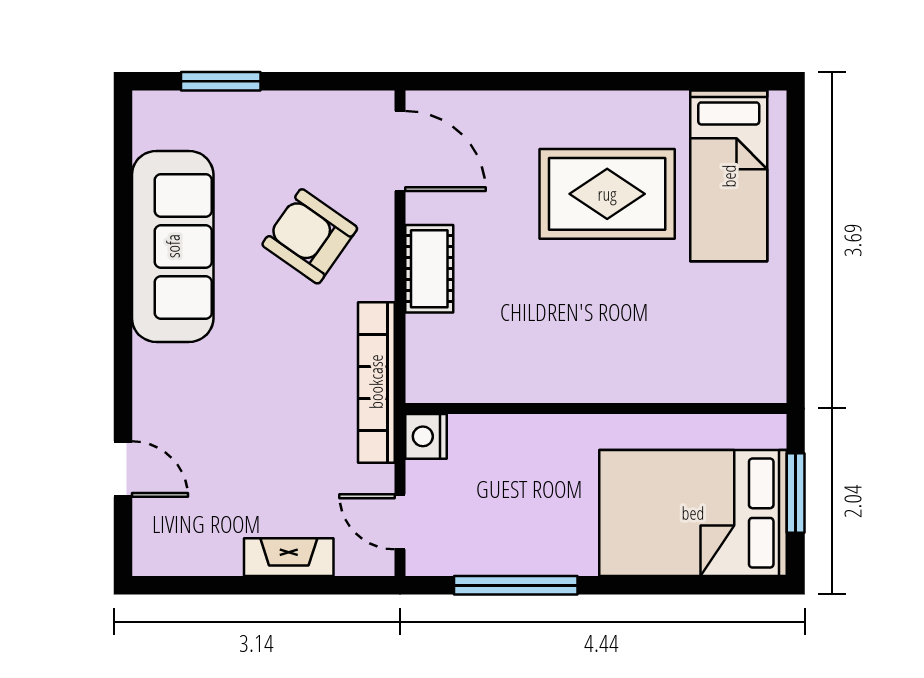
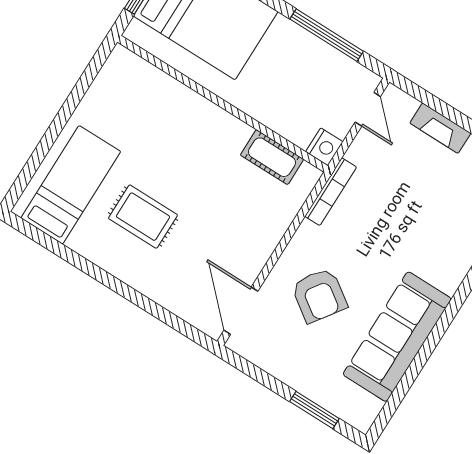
rug: (607, 194) -> (143, 217), width x0.73, depth x0.70
cot: (429, 269) -> (272, 157), moved, turned 90
bookcase: (376, 382) -> (331, 192), width x0.68, depth x0.76

